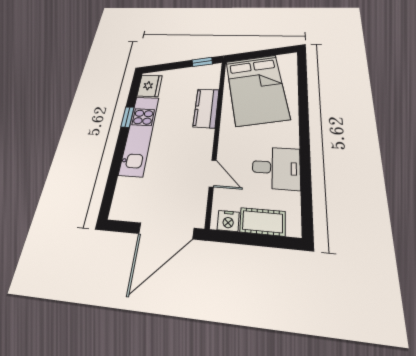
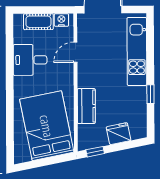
fridge: (150, 86) -> (119, 134), moved, turned 79
kitchen unit: (139, 135) -> (137, 51), moved
door: (213, 173) -> (75, 52), hinge flipped

